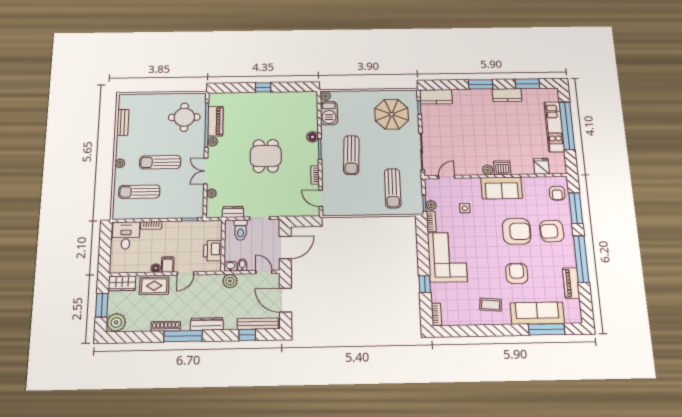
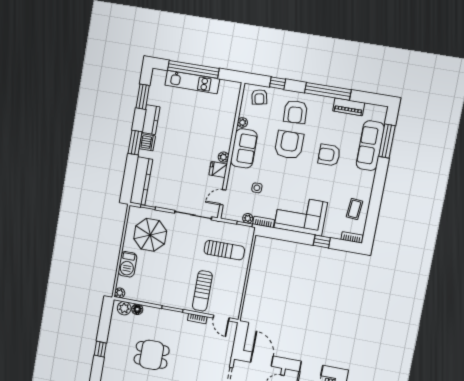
kitchen counter: (436, 97) -> (141, 181), width x1.50
plant: (311, 103) -> (124, 308), added
barbecue: (329, 113) -> (127, 264), moved, turned 90
floor lamp: (313, 137) -> (137, 309), moved
sun lounger: (351, 155) -> (202, 291), moved, turned 88
dining table: (266, 156) -> (152, 355), moved
fridge: (541, 166) -> (218, 170), moved
dishwasher: (502, 168) -> (147, 142), moved, turned 180
door: (447, 177) -> (223, 197), hinge flipped
plant: (527, 182) -> (242, 122), added
armchair: (557, 193) -> (259, 97), turned 78
door: (321, 198) -> (221, 318), hinge flipped
window: (576, 208) -> (278, 83), width x0.46
coffee table: (491, 305) -> (354, 209), moved

